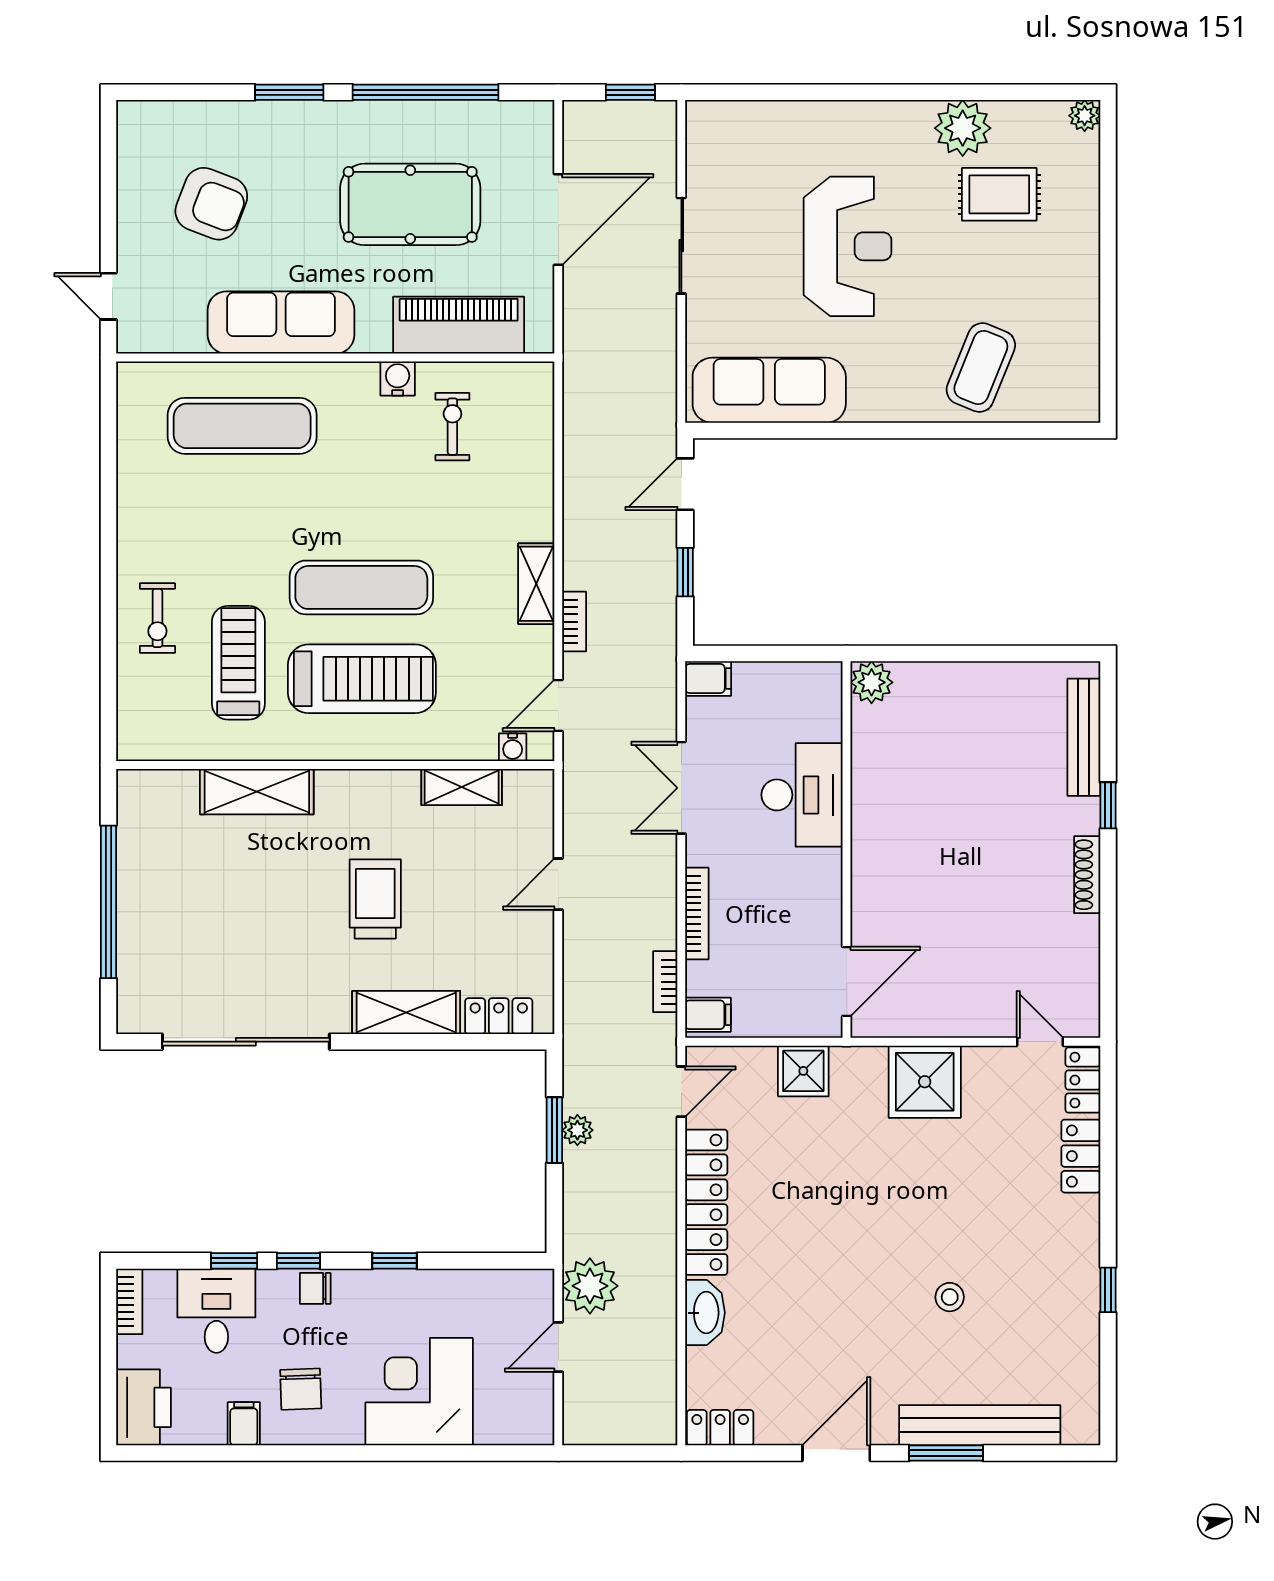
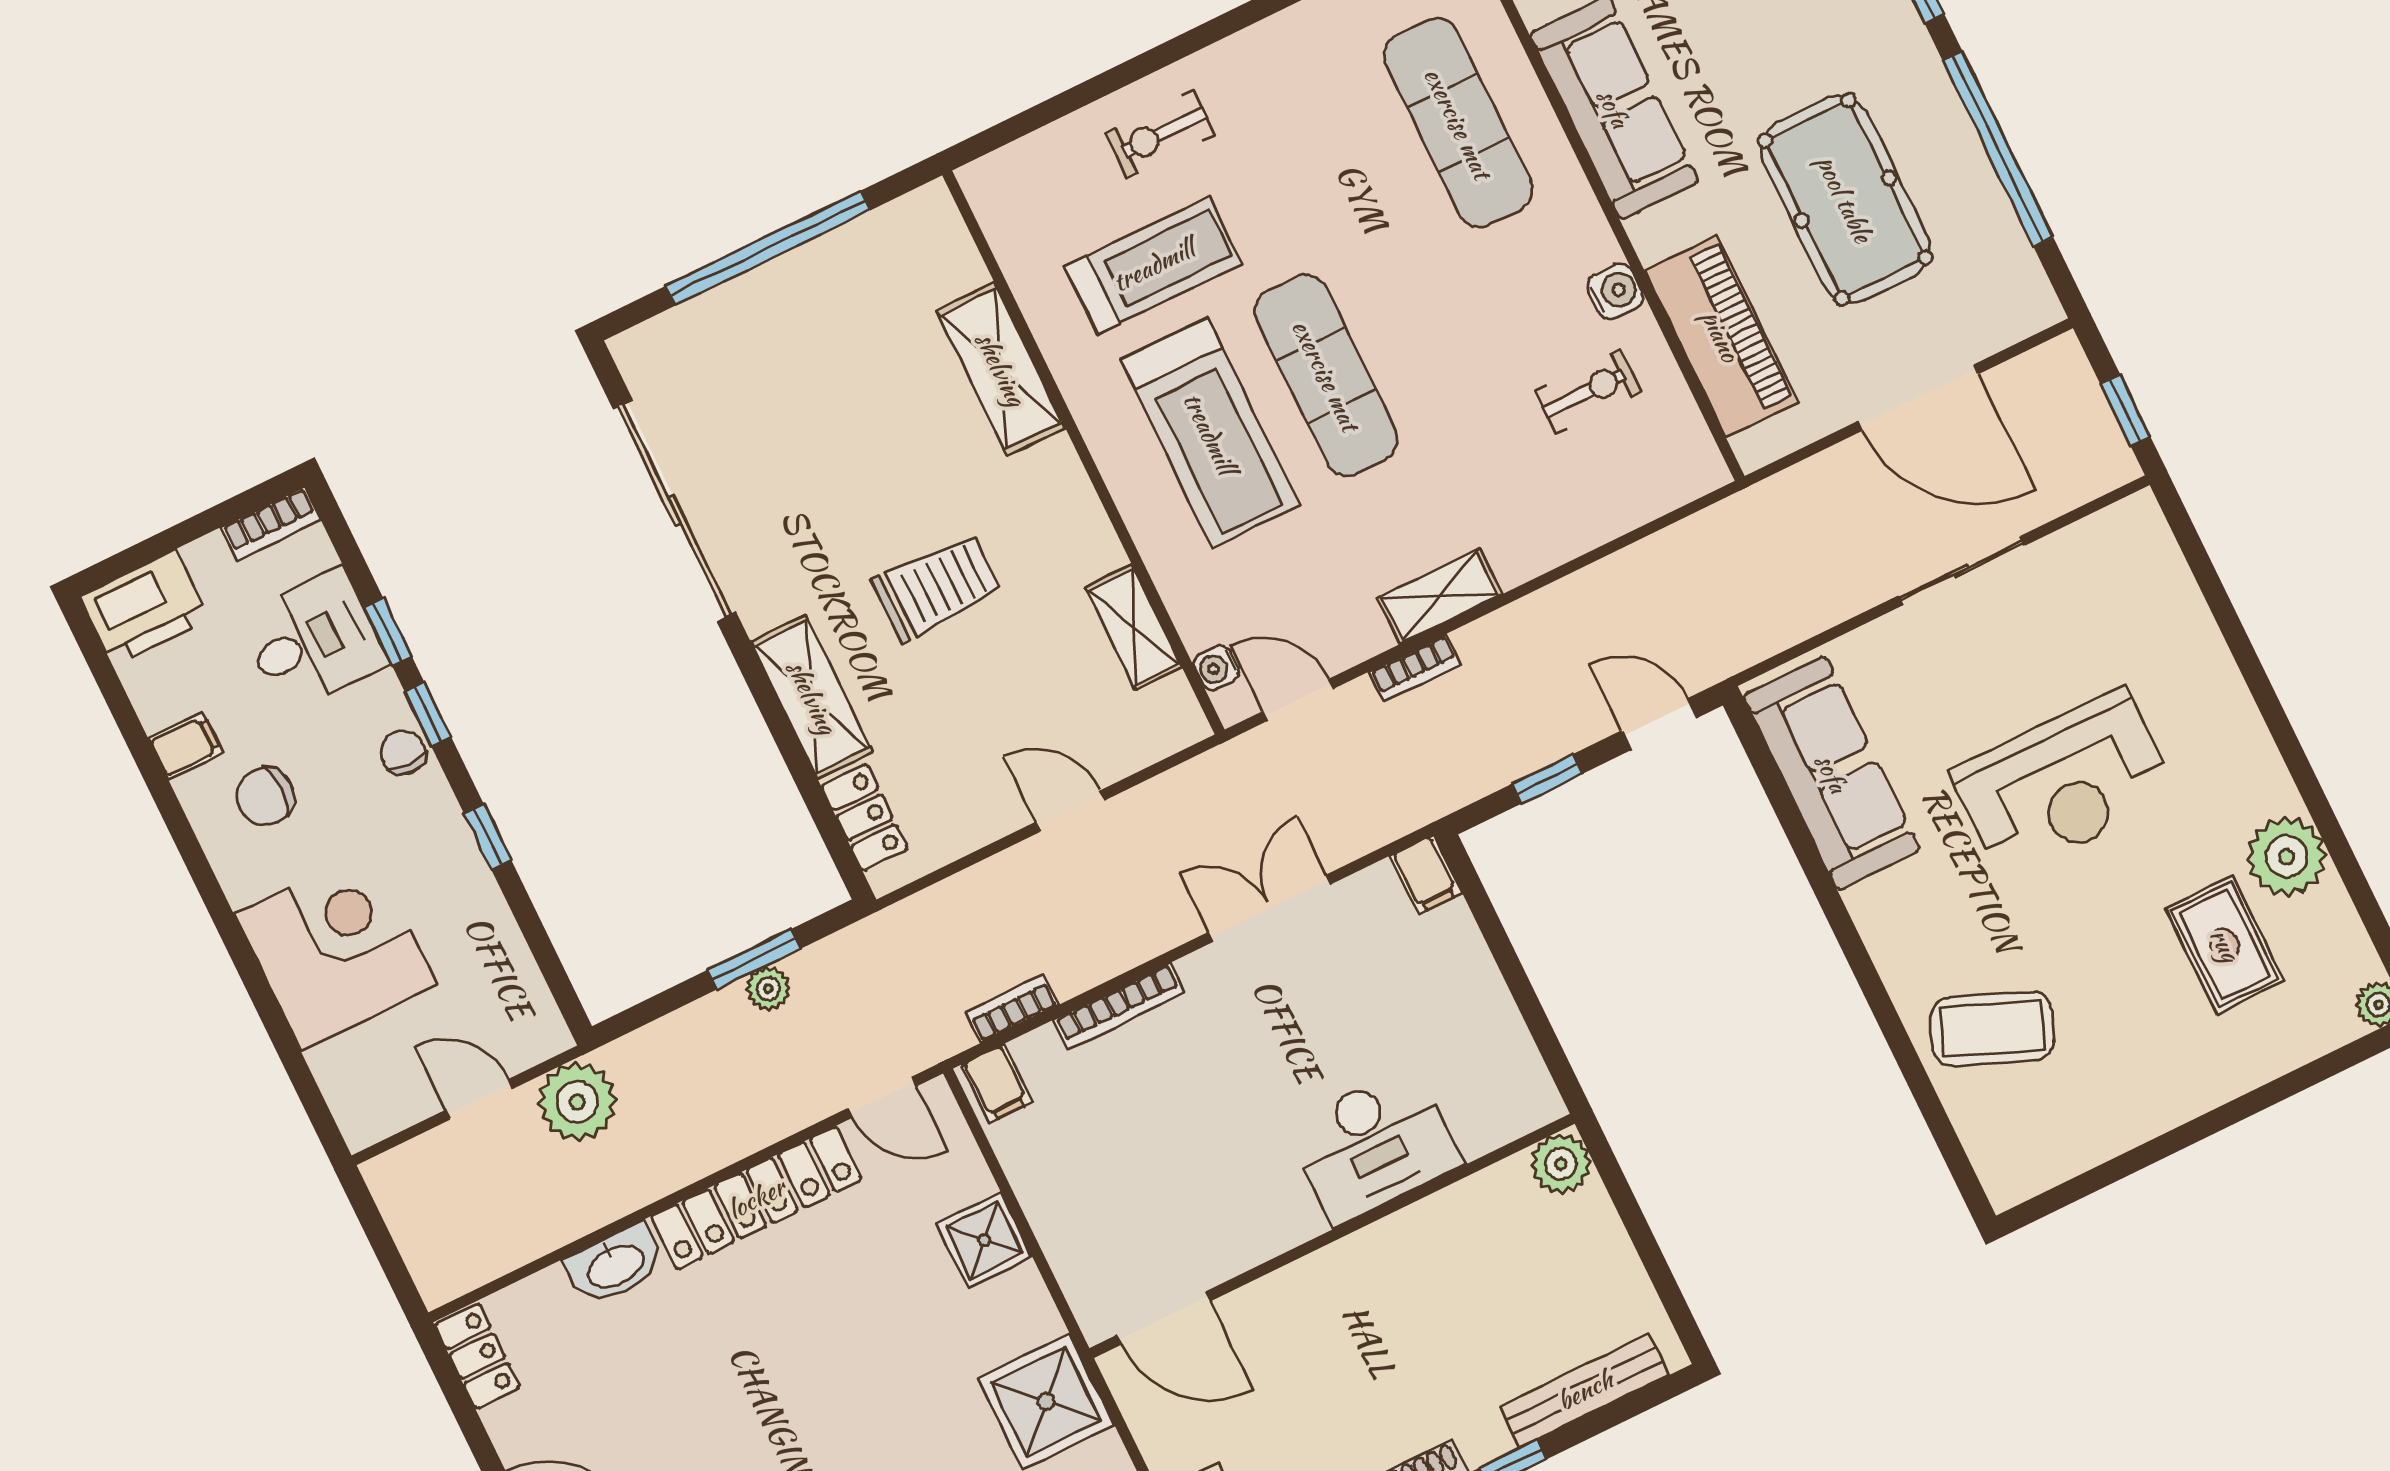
plant: (872, 682) -> (1561, 1164), moved
desk: (802, 795) -> (1374, 1145), moved
wall: (847, 850) -> (1332, 1236), moved
door: (847, 982) -> (1164, 1318), moved

